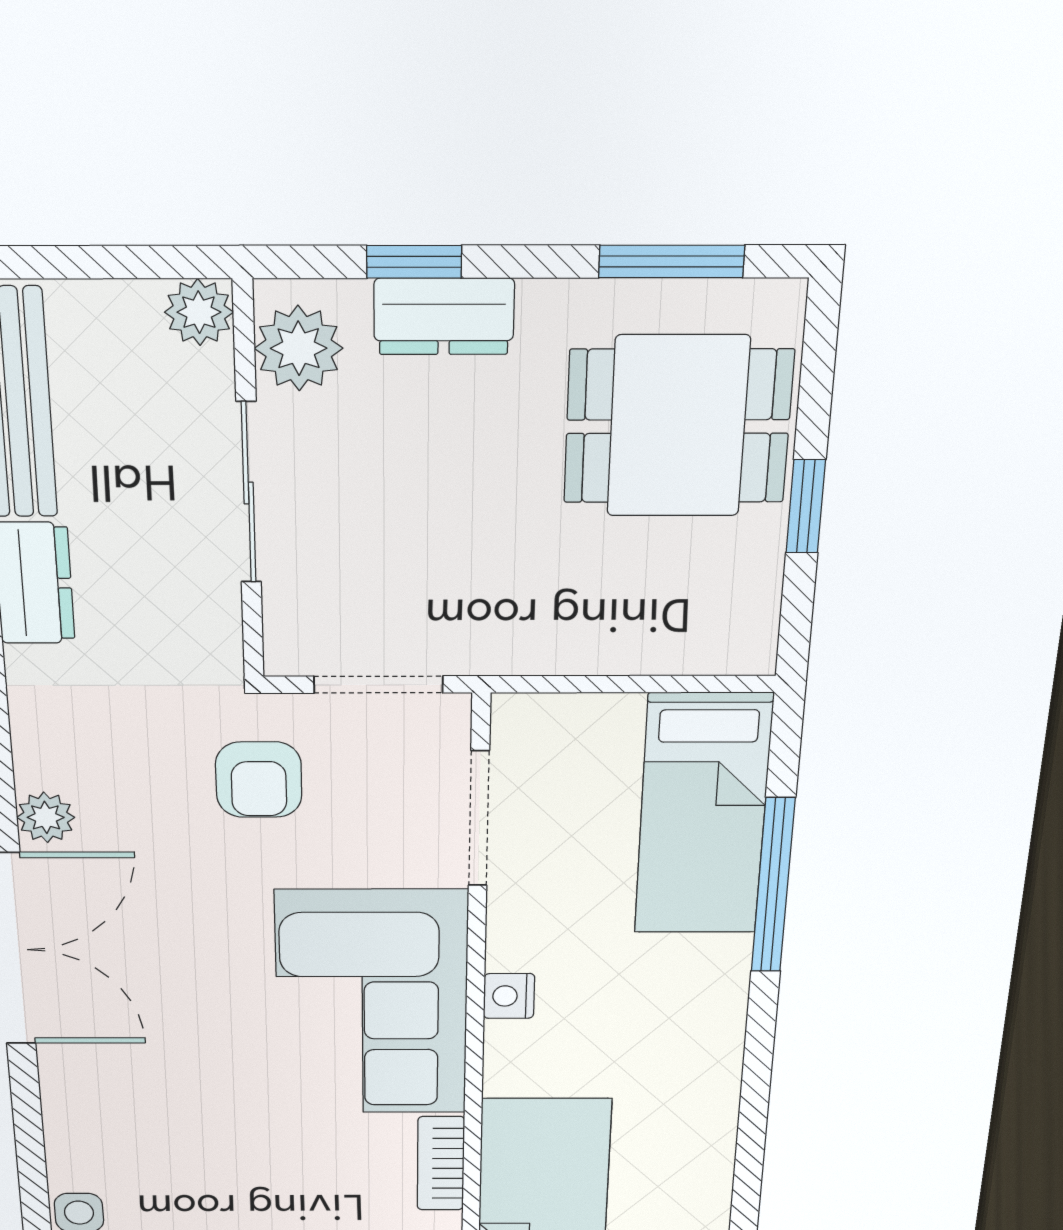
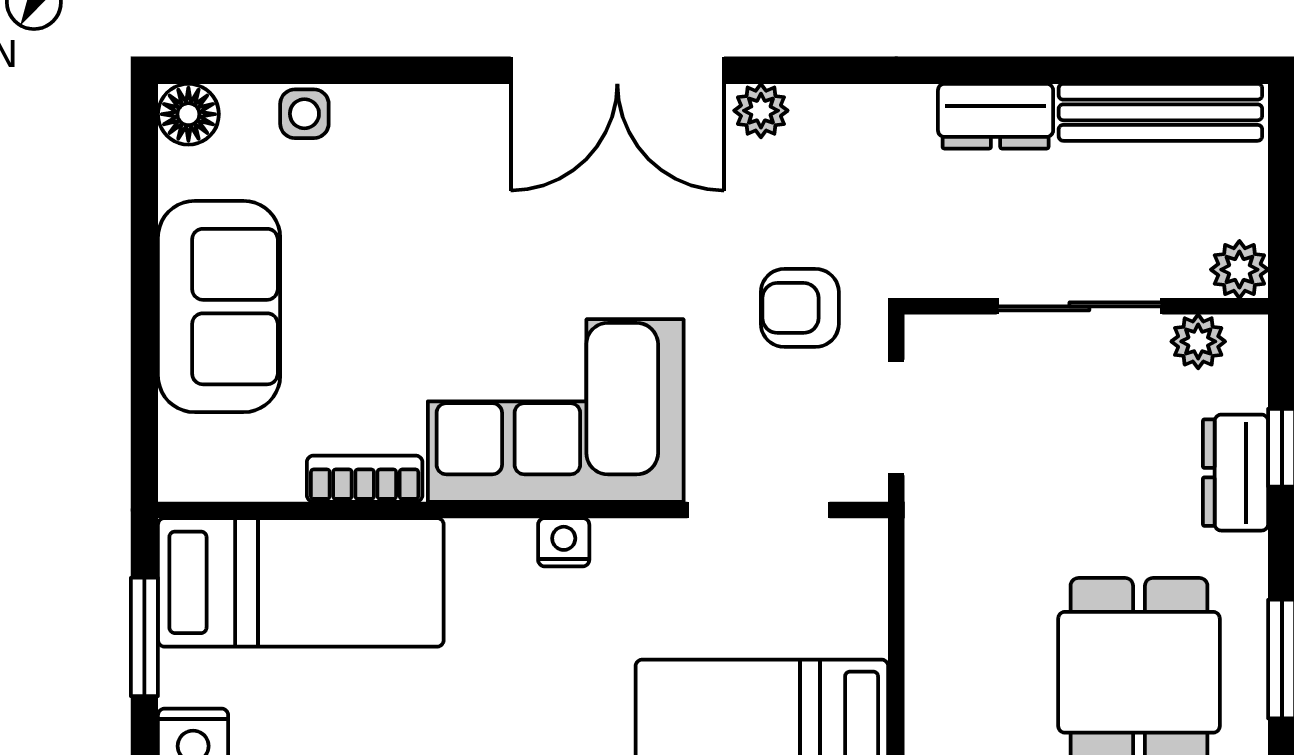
plant: (299, 348) -> (1198, 341), width x0.73, depth x0.73

